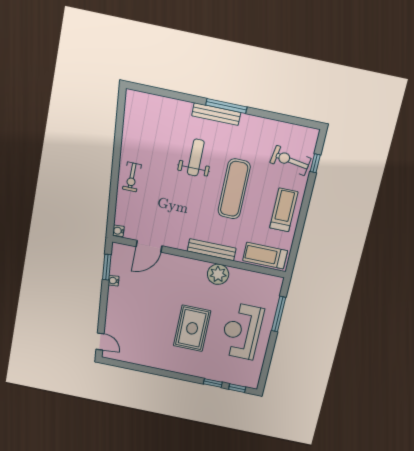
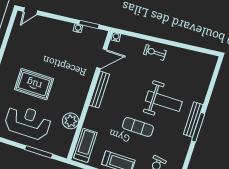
weight bench: (196, 158) -> (164, 101), width x1.36, depth x1.33
exercise mat: (234, 189) -> (138, 127), width x0.73, depth x0.69
door: (149, 246) -> (102, 59), swing flipped
bench: (212, 250) -> (99, 90), moved
plant: (218, 274) -> (71, 121), moved

